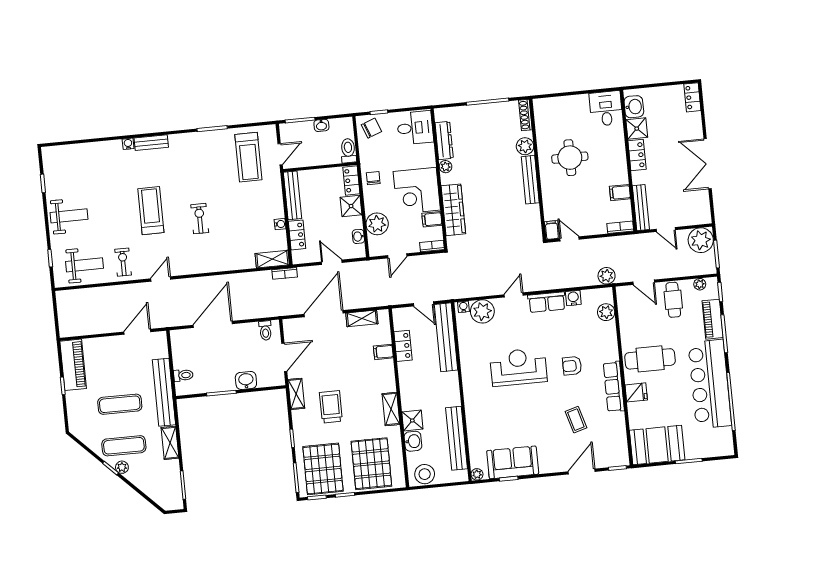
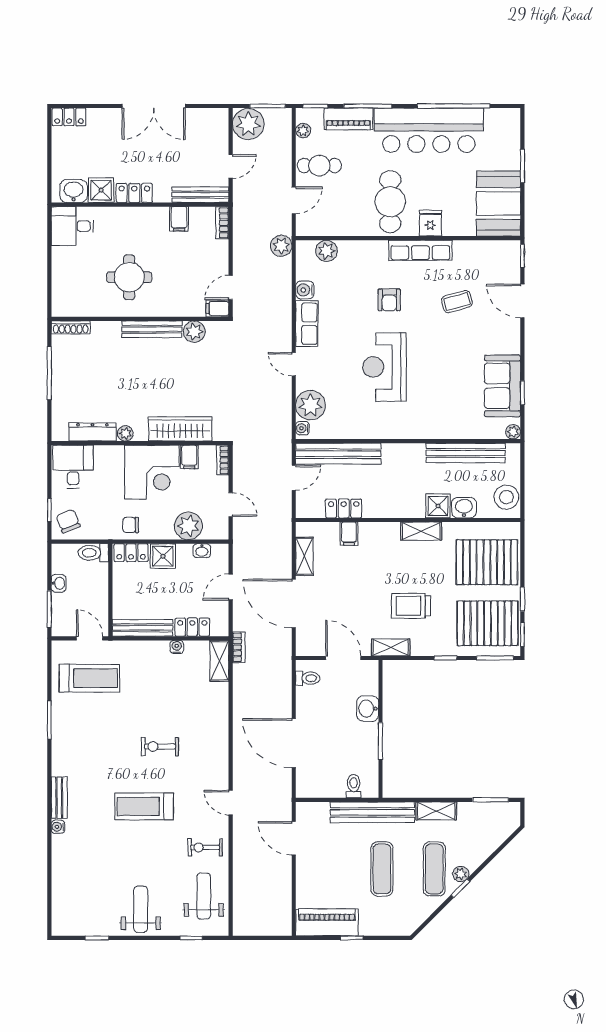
plant: (525, 146) -> (194, 332), moved

